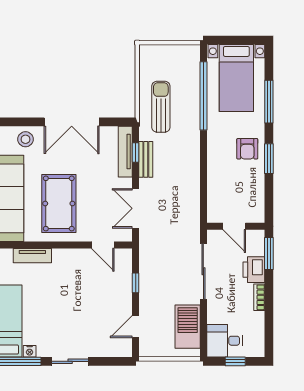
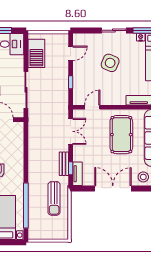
tv unit: (125, 152) -> (78, 174), width x0.71
door: (103, 245) -> (92, 107), hinge flipped
side table: (76, 312) -> (110, 63), added

